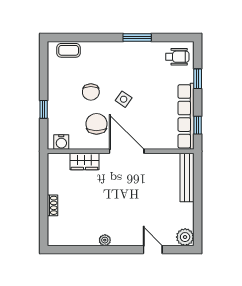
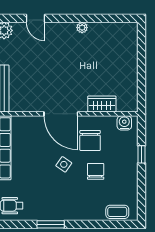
shoe rack: (53, 205) -> (133, 61), removed

